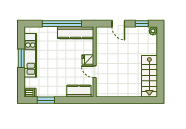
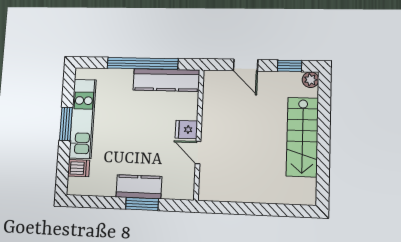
stairs: (149, 76) -> (302, 137), moved
kitchen counter: (79, 91) -> (139, 187), moved
dishwasher: (30, 93) -> (79, 168), moved
window: (46, 100) -> (142, 204), moved

